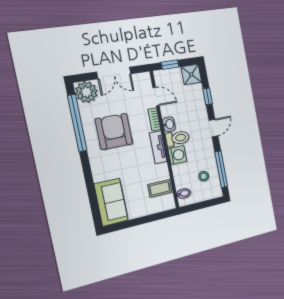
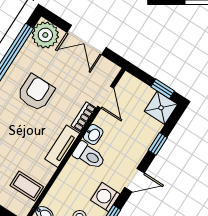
window: (170, 65) -> (163, 89), moved
armchair: (114, 131) -> (36, 93), width x0.73, depth x0.73
washing machine: (177, 155) -> (105, 197), moved, turned 180

